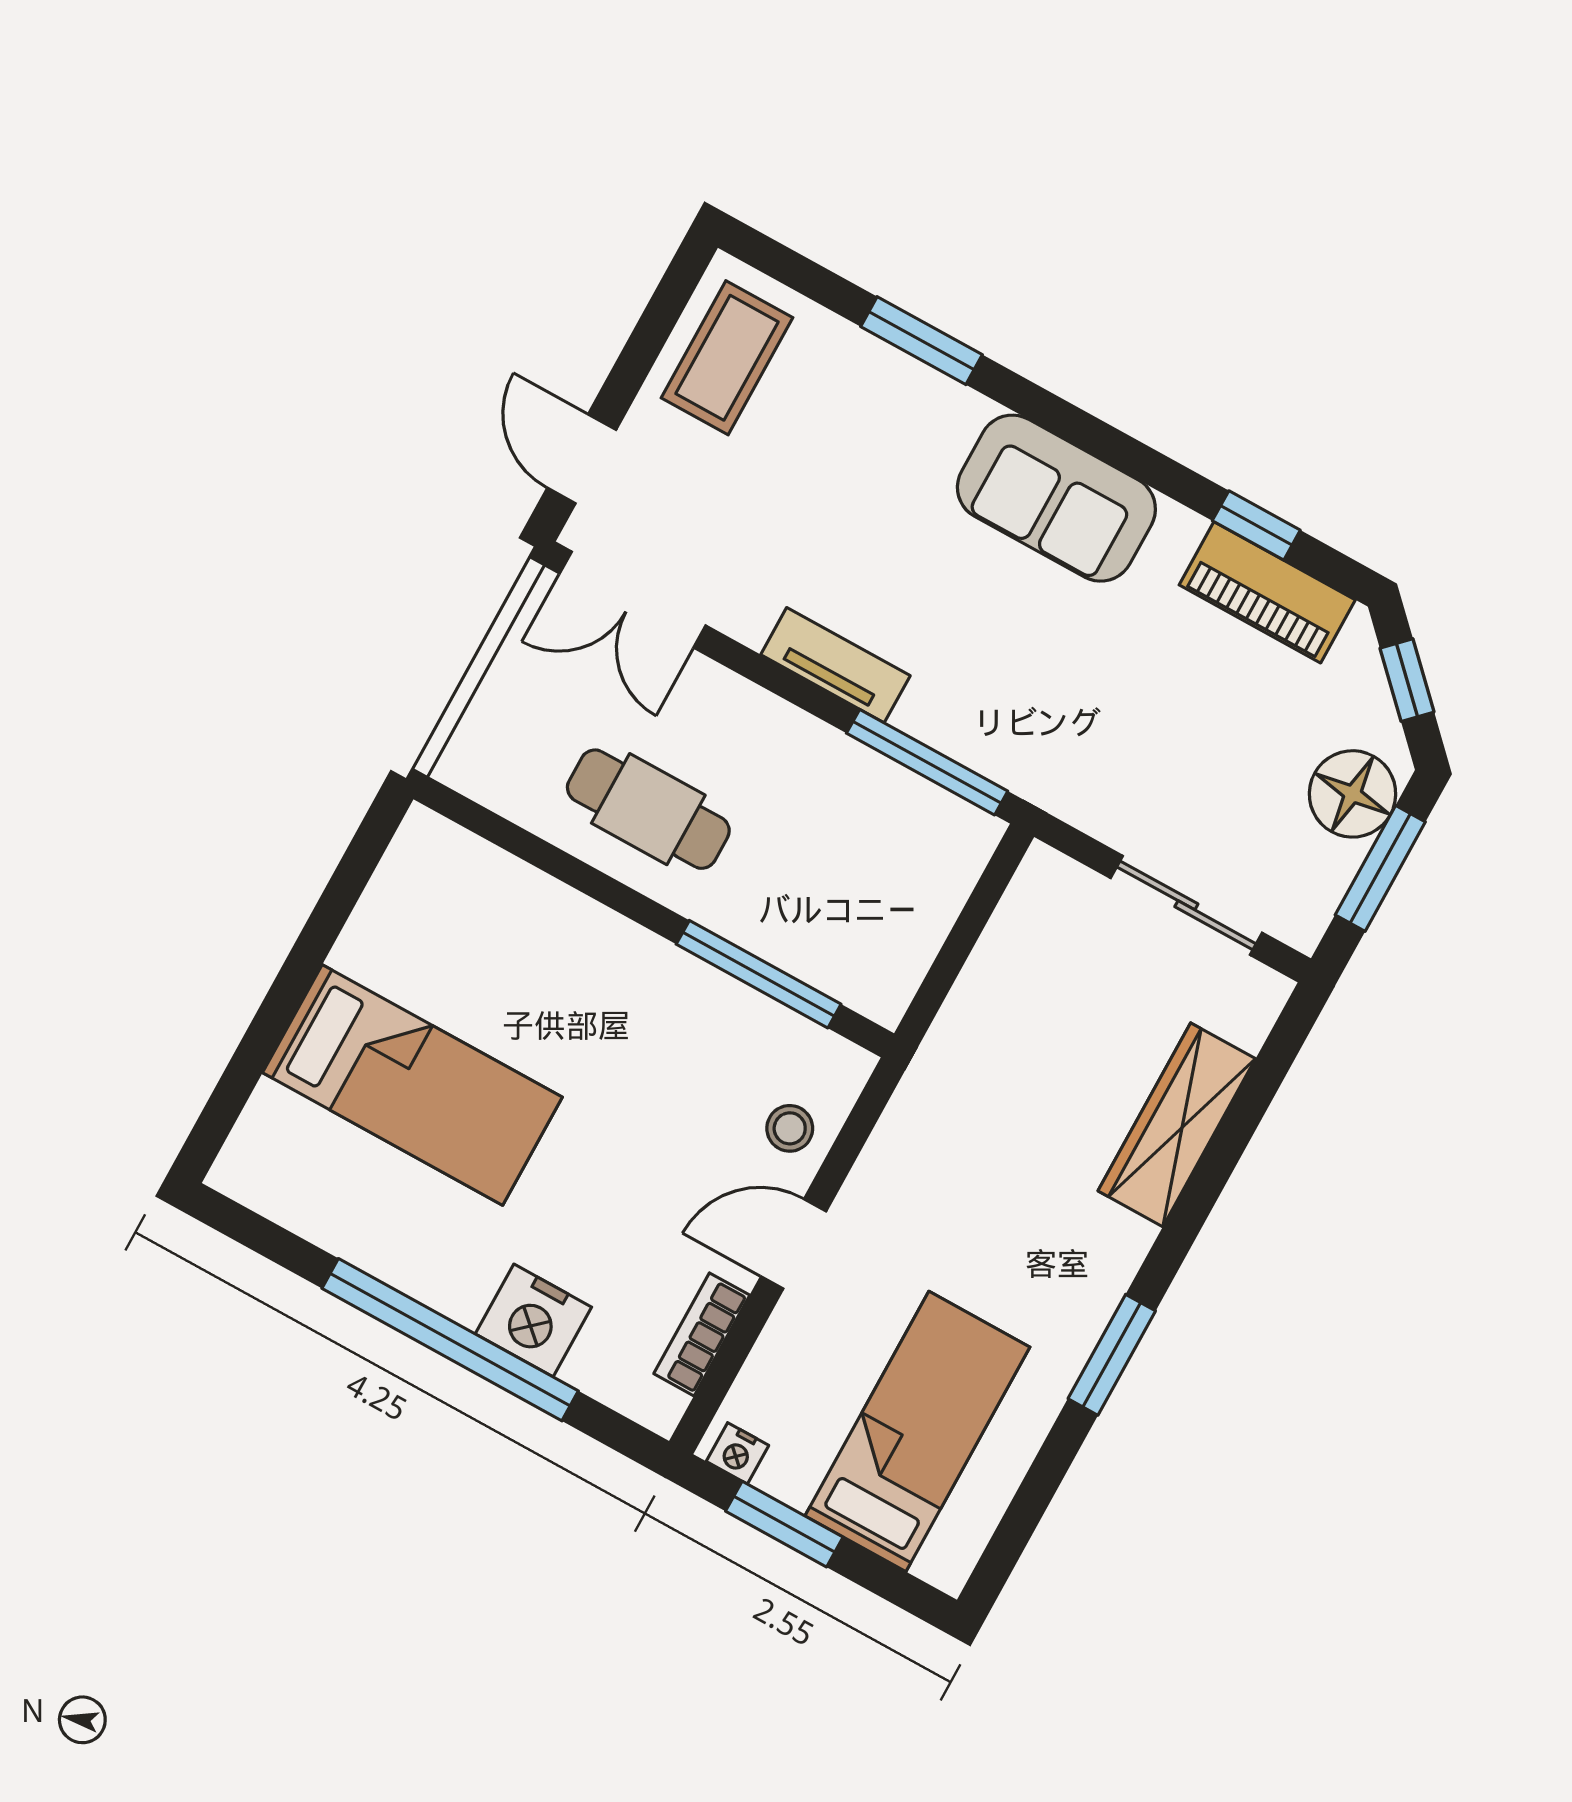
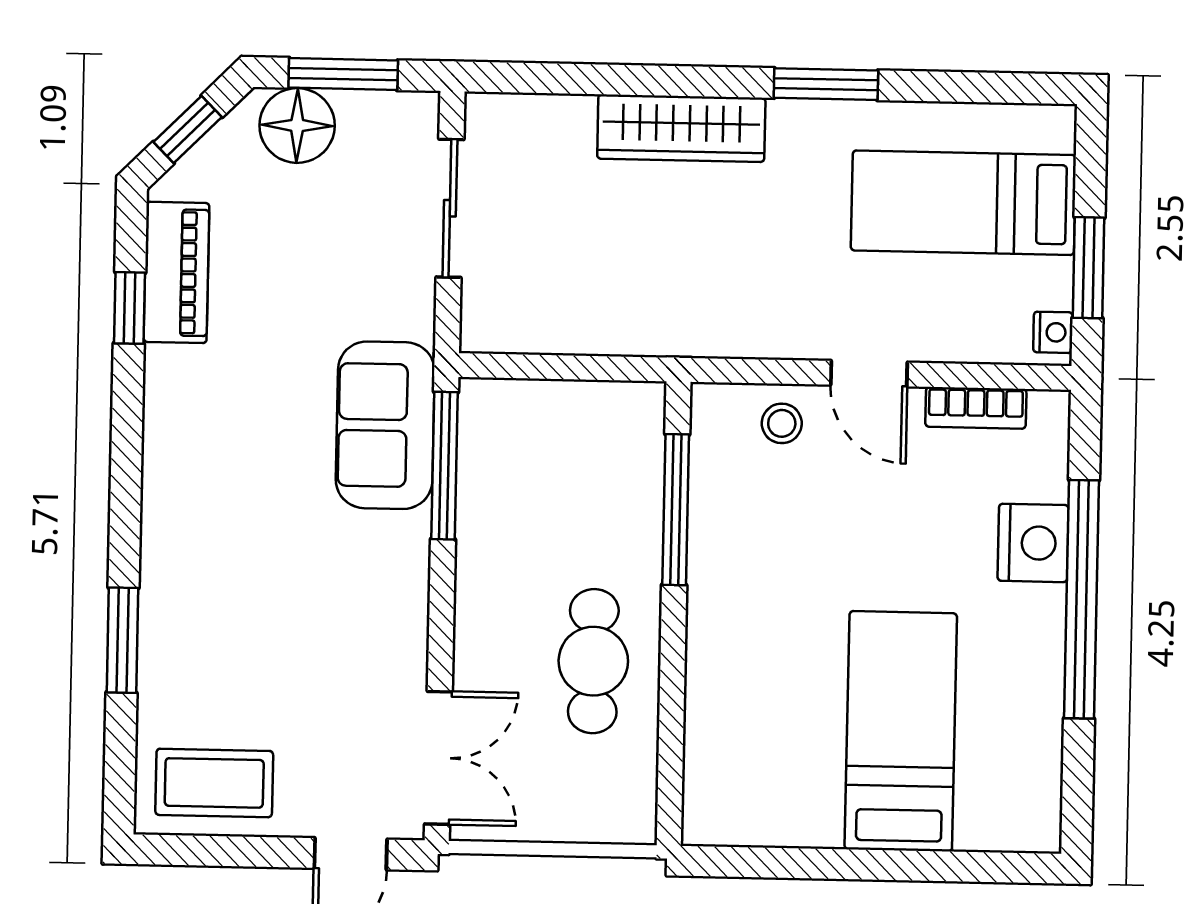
sofa: (1056, 498) -> (385, 425), moved, turned 180
tv unit: (835, 665) -> (407, 575), removed
wardrobe: (1177, 1125) -> (681, 128), moved

